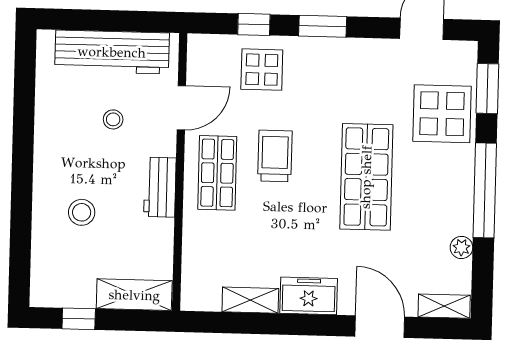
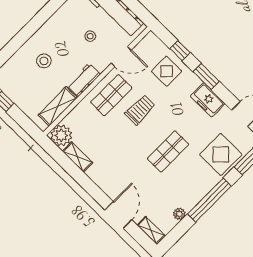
shop shelf: (366, 177) -> (168, 151), width x0.70, depth x0.74
plant: (201, 291) -> (61, 135), added
shelving: (134, 295) -> (58, 106), moved, turned 90
freezer: (309, 296) -> (208, 100), moved, turned 180

